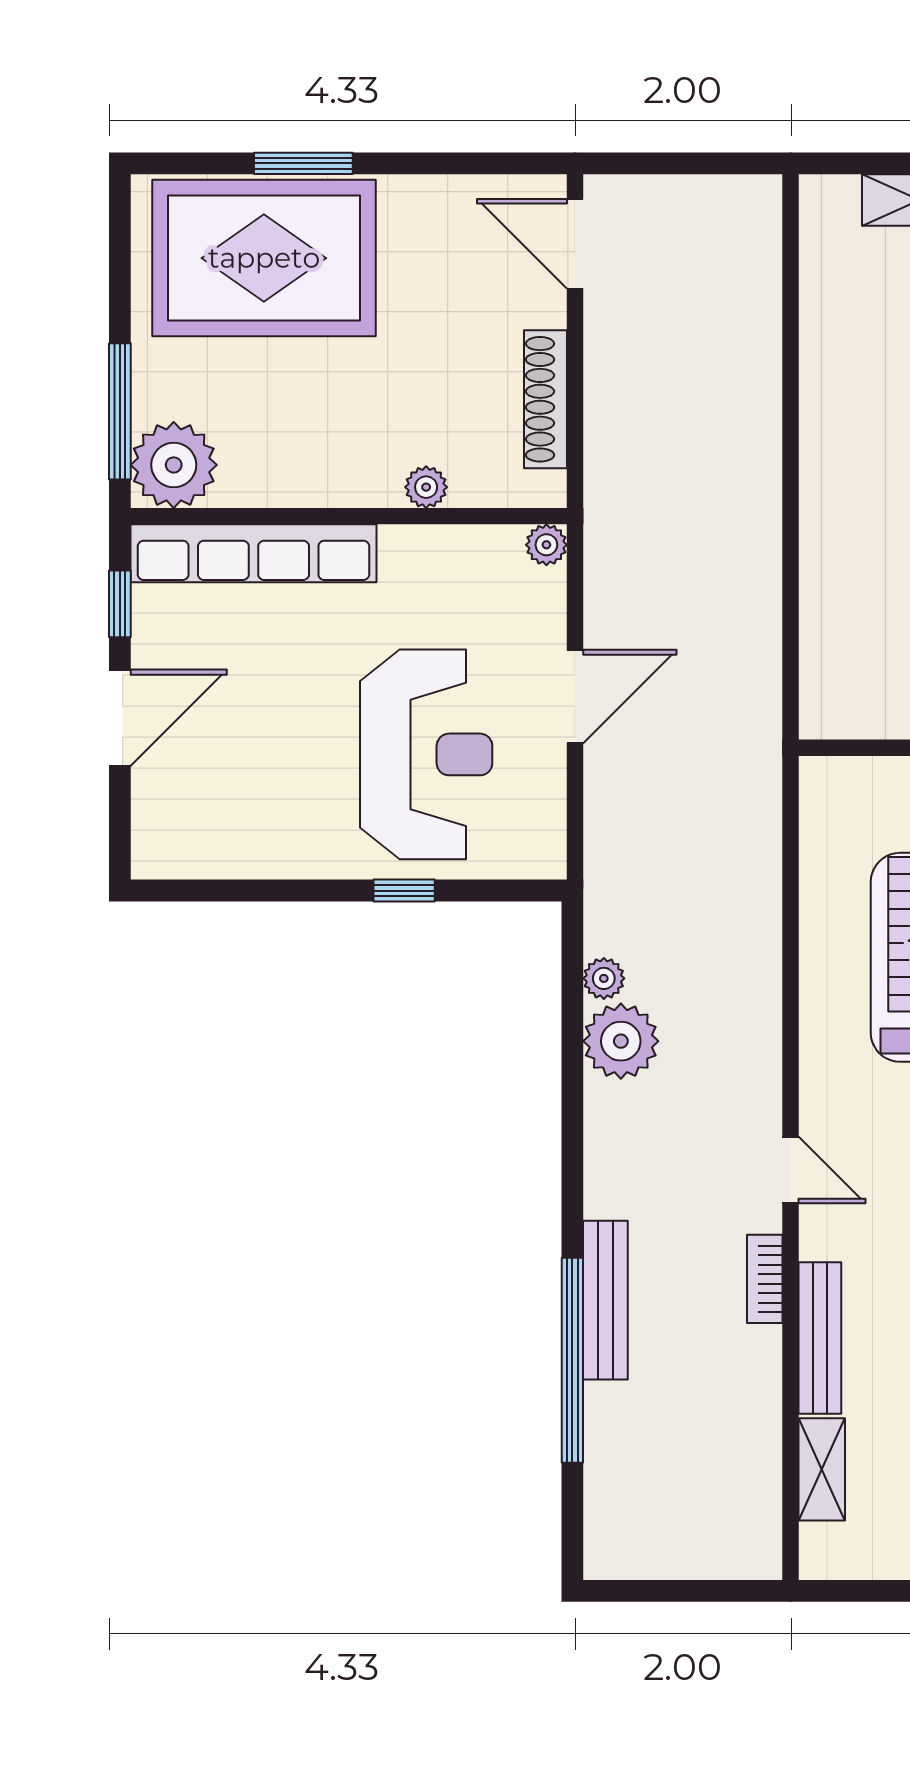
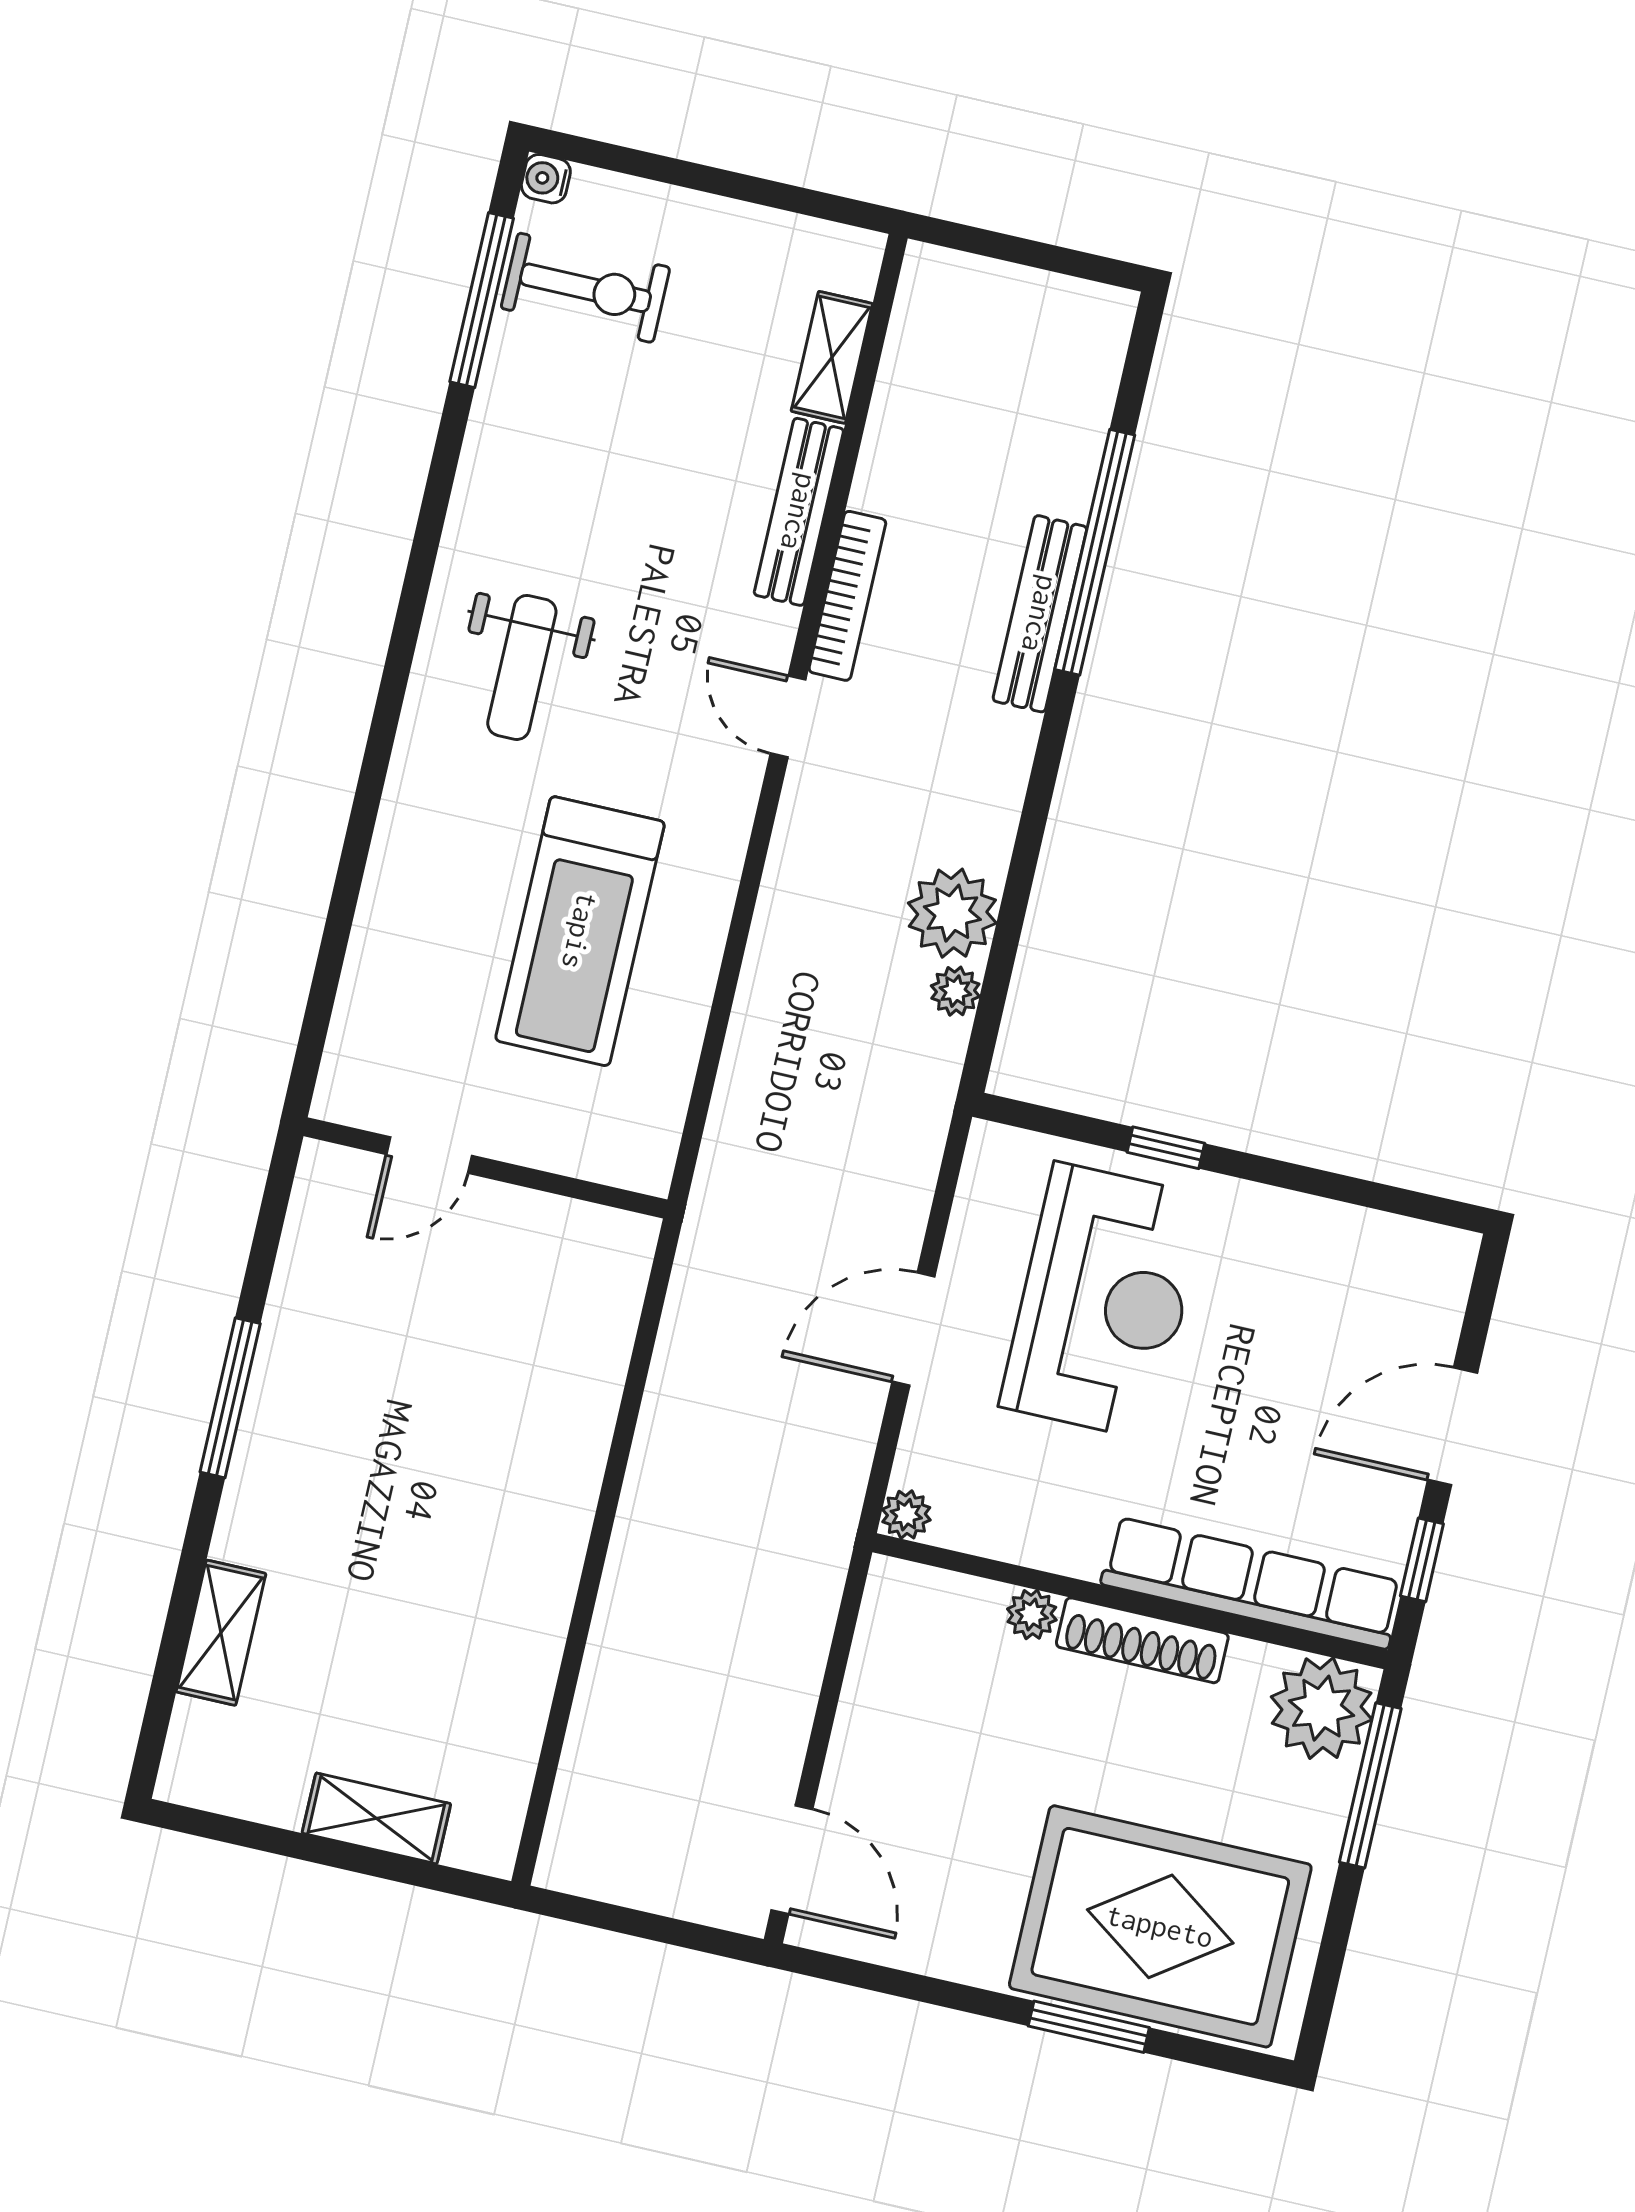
shoe rack: (546, 399) -> (1142, 1640), moved, turned 90
reception desk: (426, 754) -> (1103, 1301), turned 180
bookcase: (765, 1279) -> (847, 596), width x1.56

